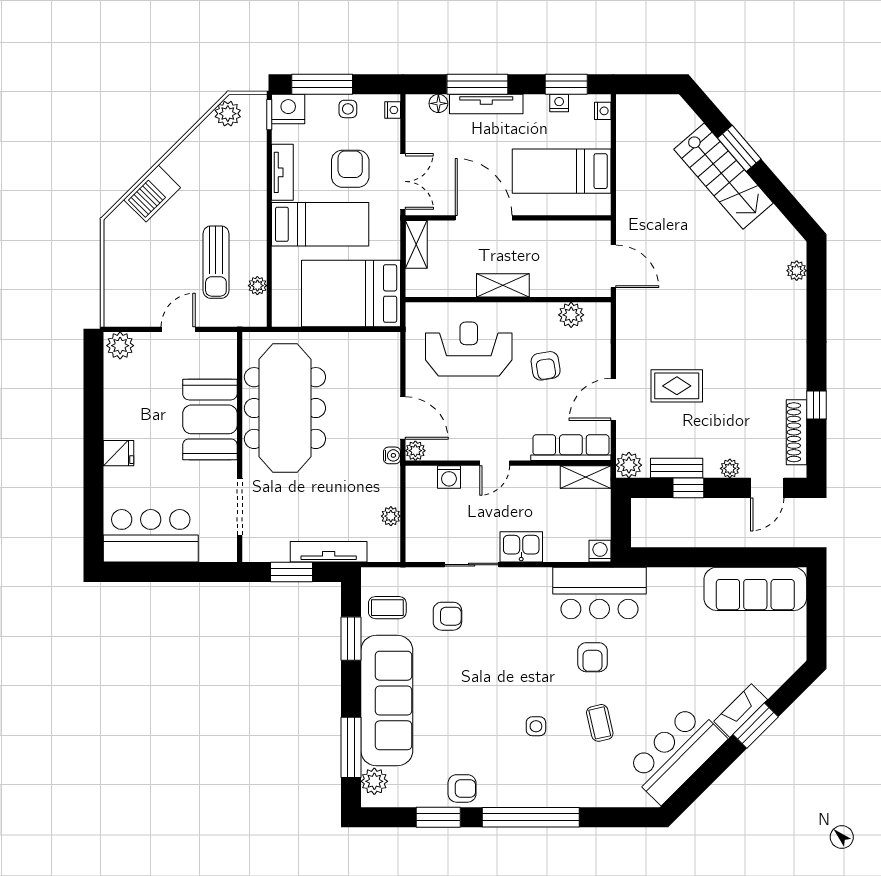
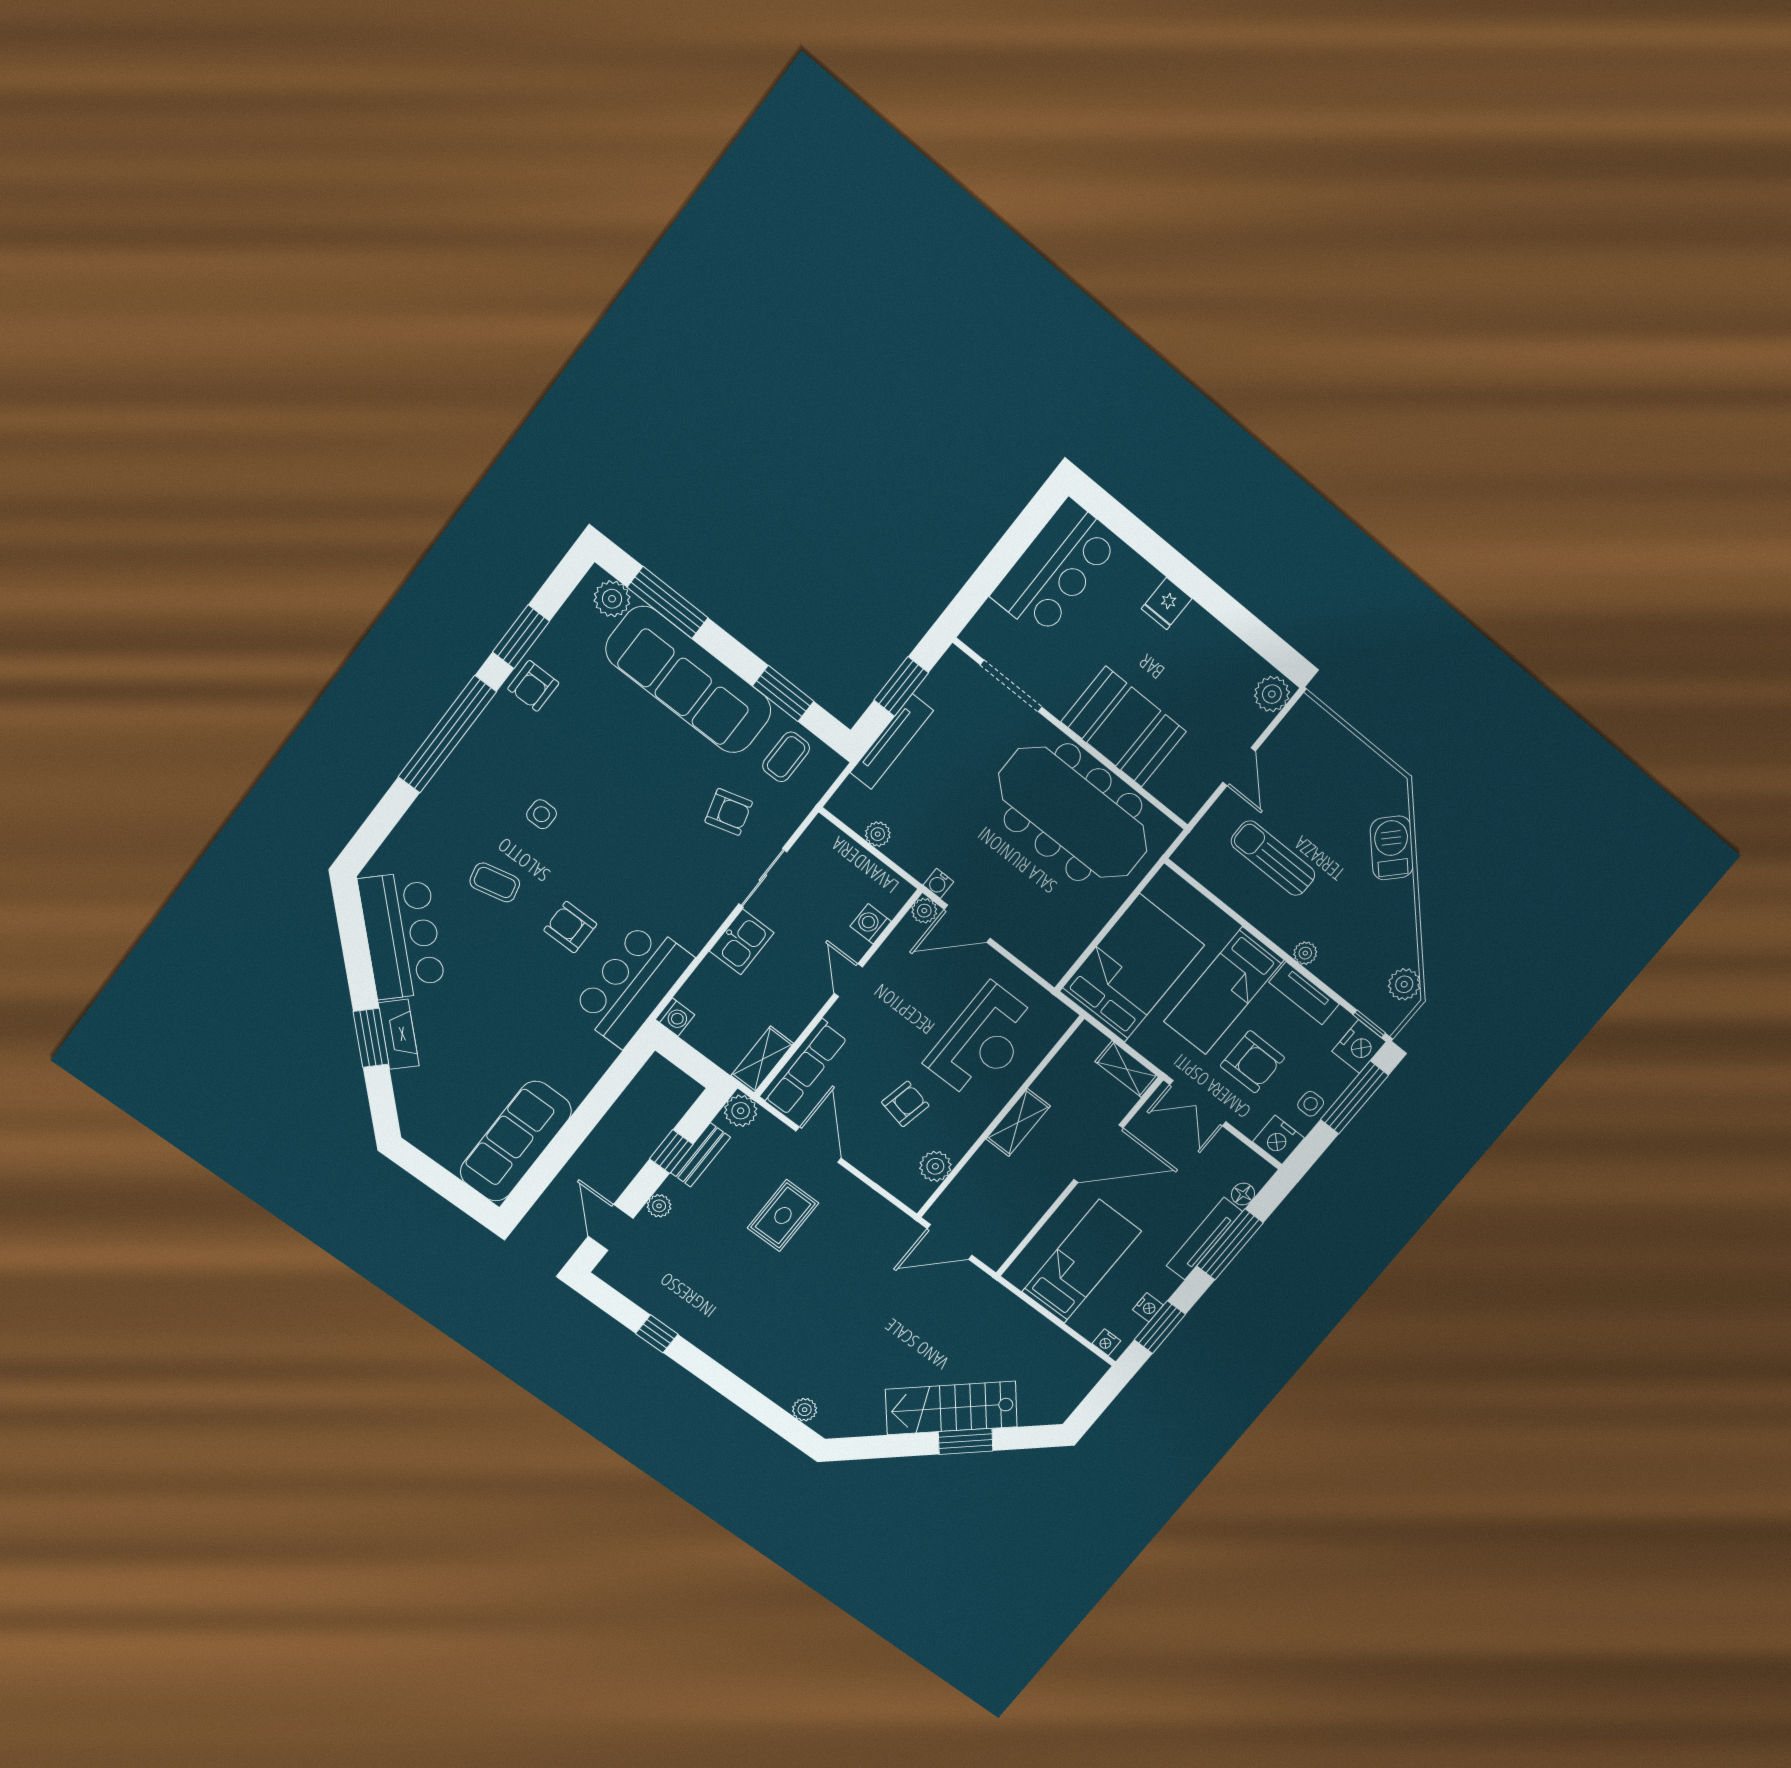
nightstand: (393, 110) -> (1278, 1140), width x1.89, depth x1.79
plant: (257, 286) -> (1305, 953), moved
armchair: (546, 366) -> (905, 1104), turned 111
shoe rack: (796, 432) -> (645, 1296), removed
armchair: (447, 616) -> (729, 812), turned -106

